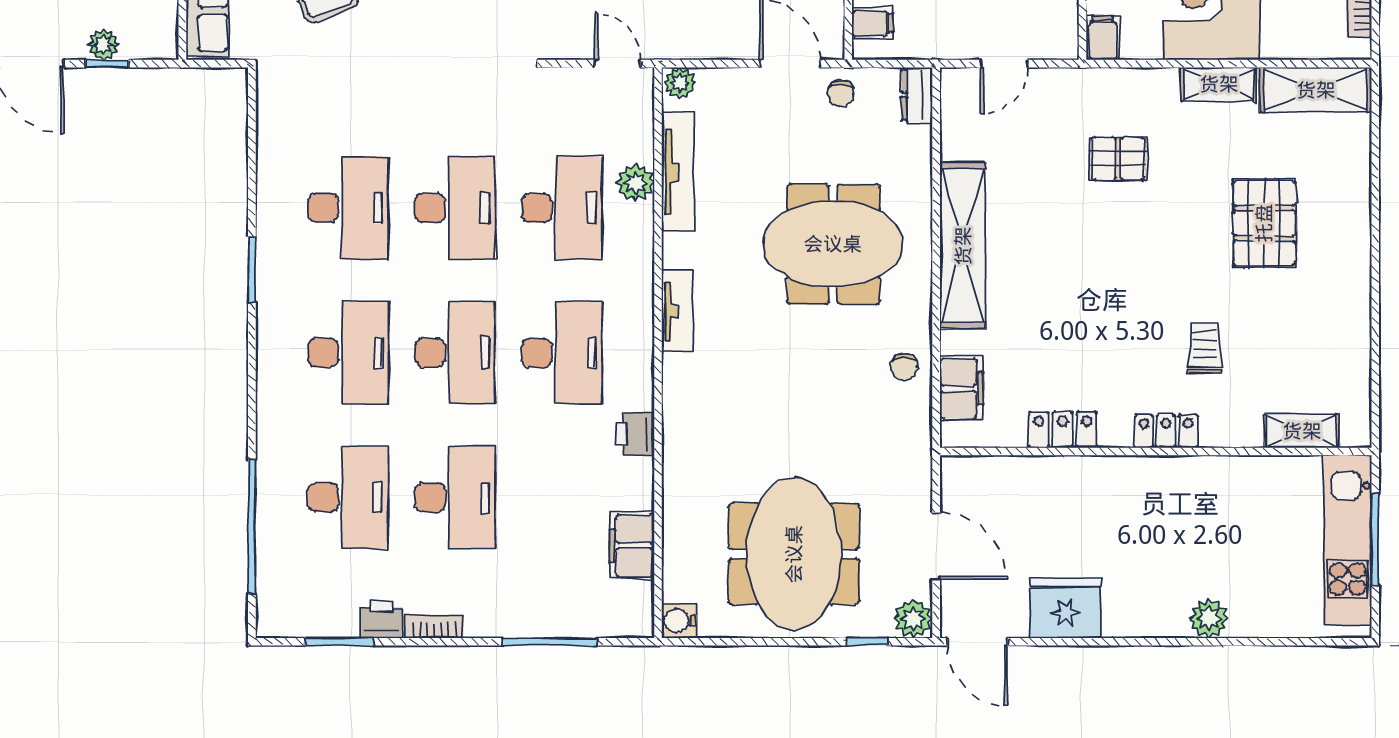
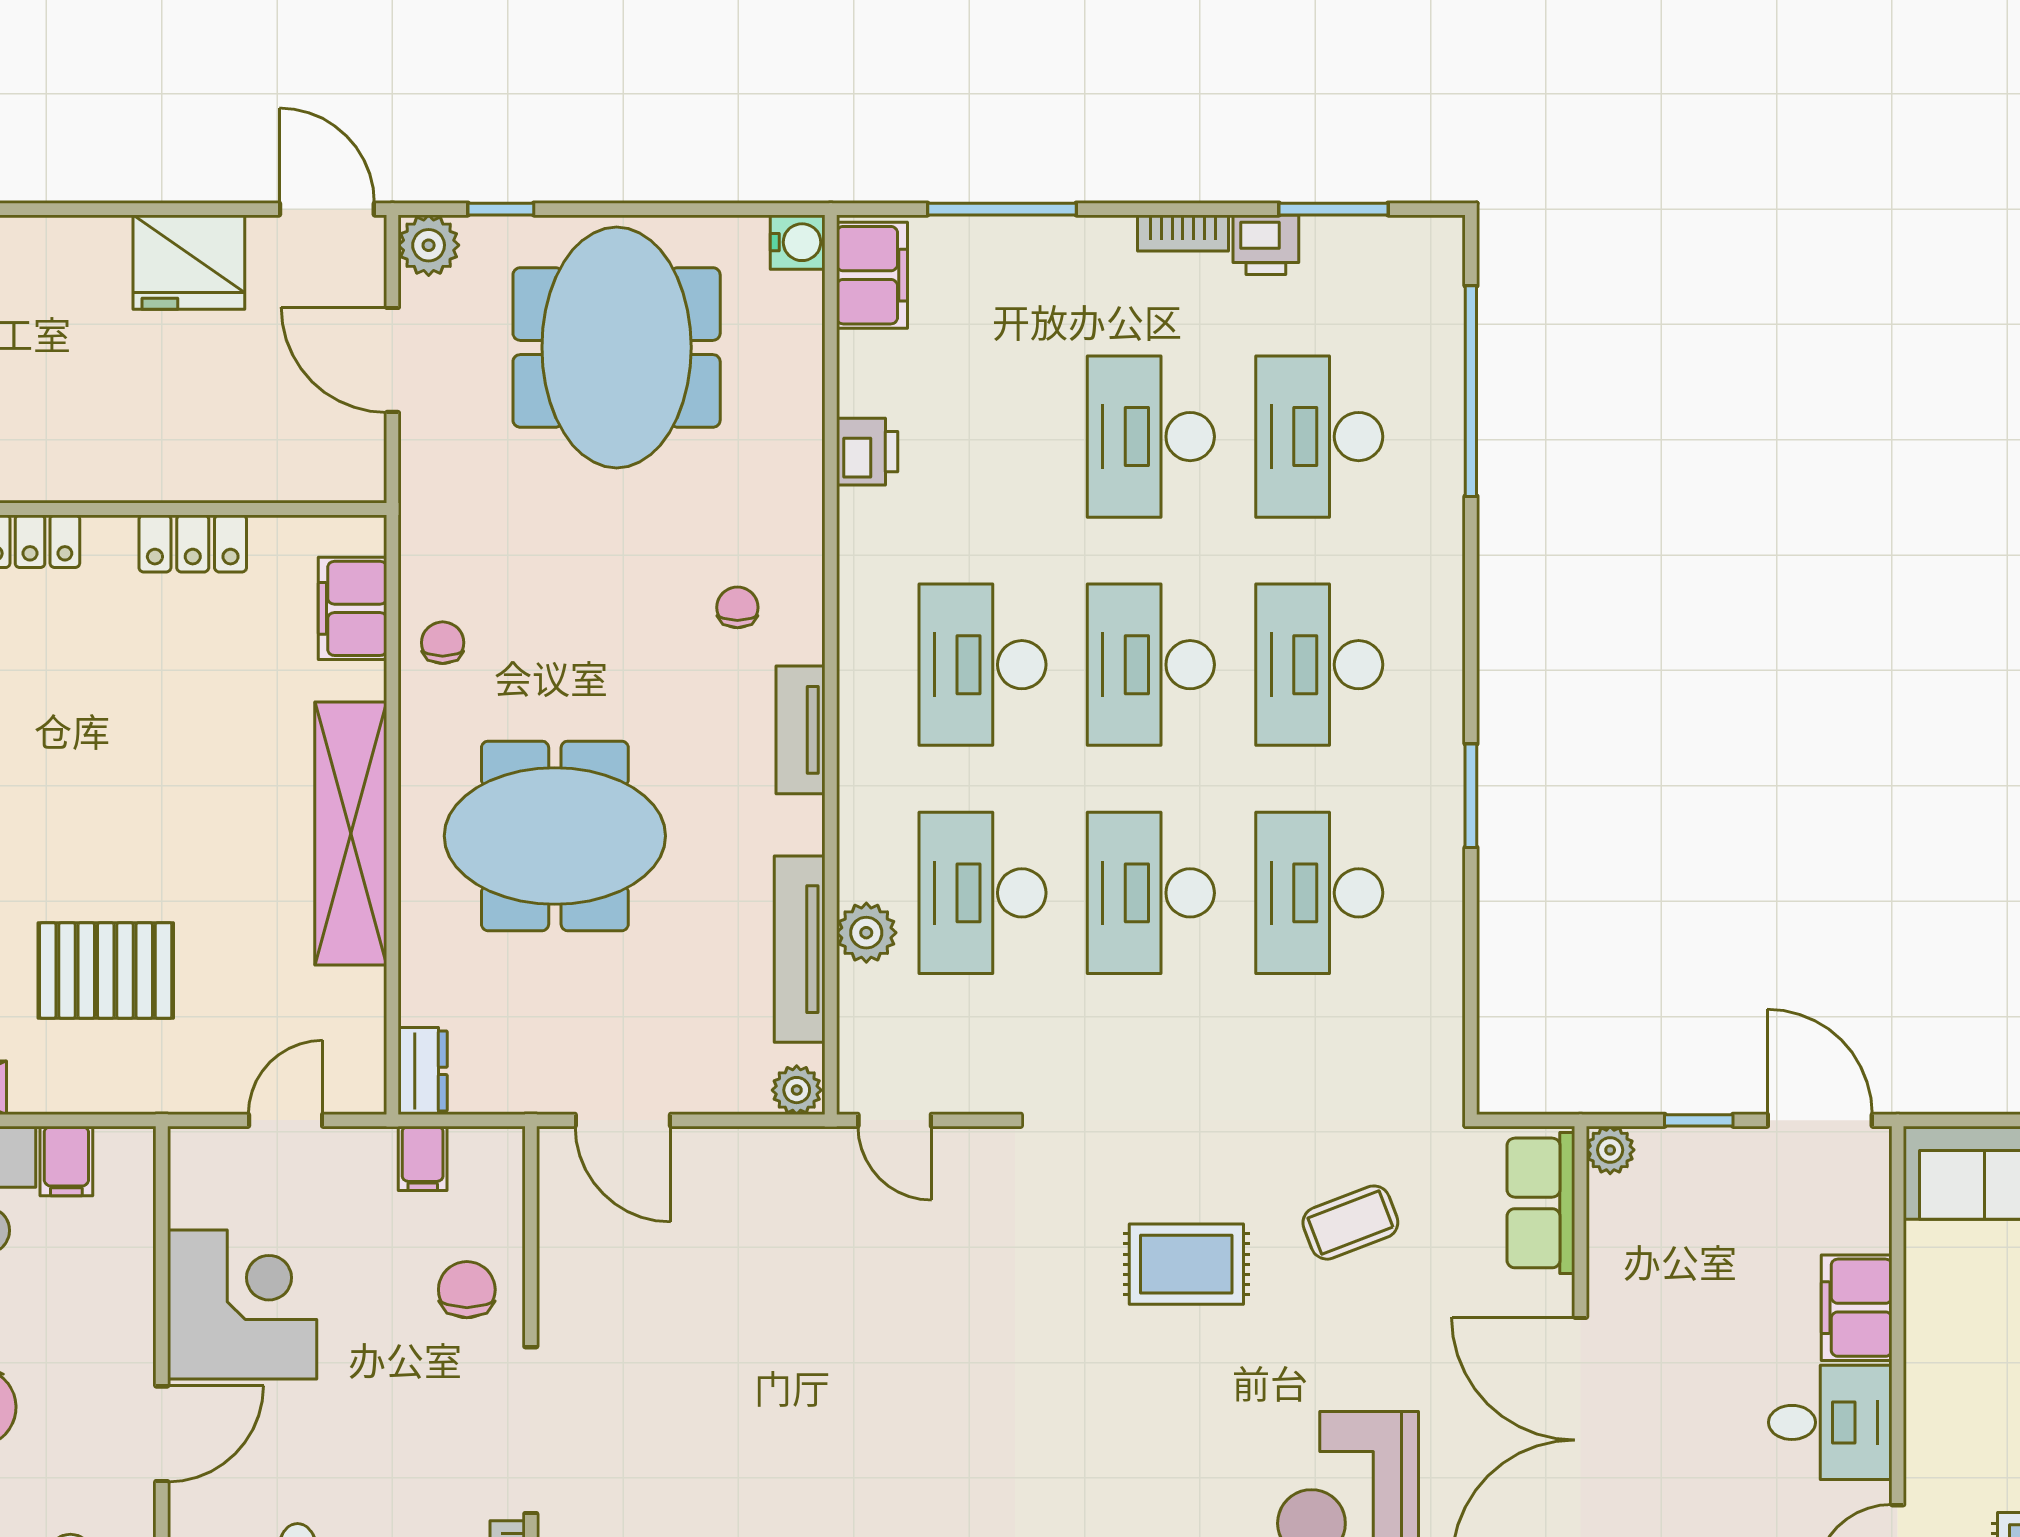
filing cabinet: (872, 23) -> (423, 1158), moved, turned -90
filing cabinet: (1103, 38) -> (66, 1161), moved
plant: (104, 45) -> (1610, 1150), moved
chair: (841, 93) -> (737, 607), moved
pallet: (1118, 159) -> (106, 971), width x1.50, depth x1.42
printer: (635, 434) -> (867, 452), moved
filing cabinet: (632, 546) -> (872, 275), moved

